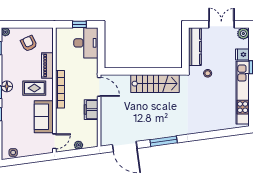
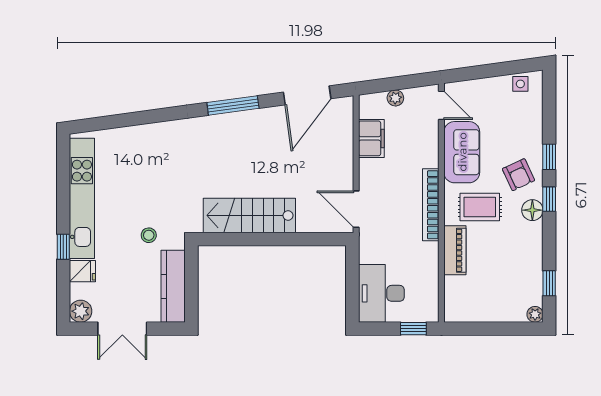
window: (79, 24) -> (413, 329), moved
armchair: (29, 43) -> (518, 175), moved
filing cabinet: (91, 110) -> (371, 138), moved
door: (54, 141) -> (441, 105), swing flipped
door: (125, 146) -> (307, 95), swing flipped

